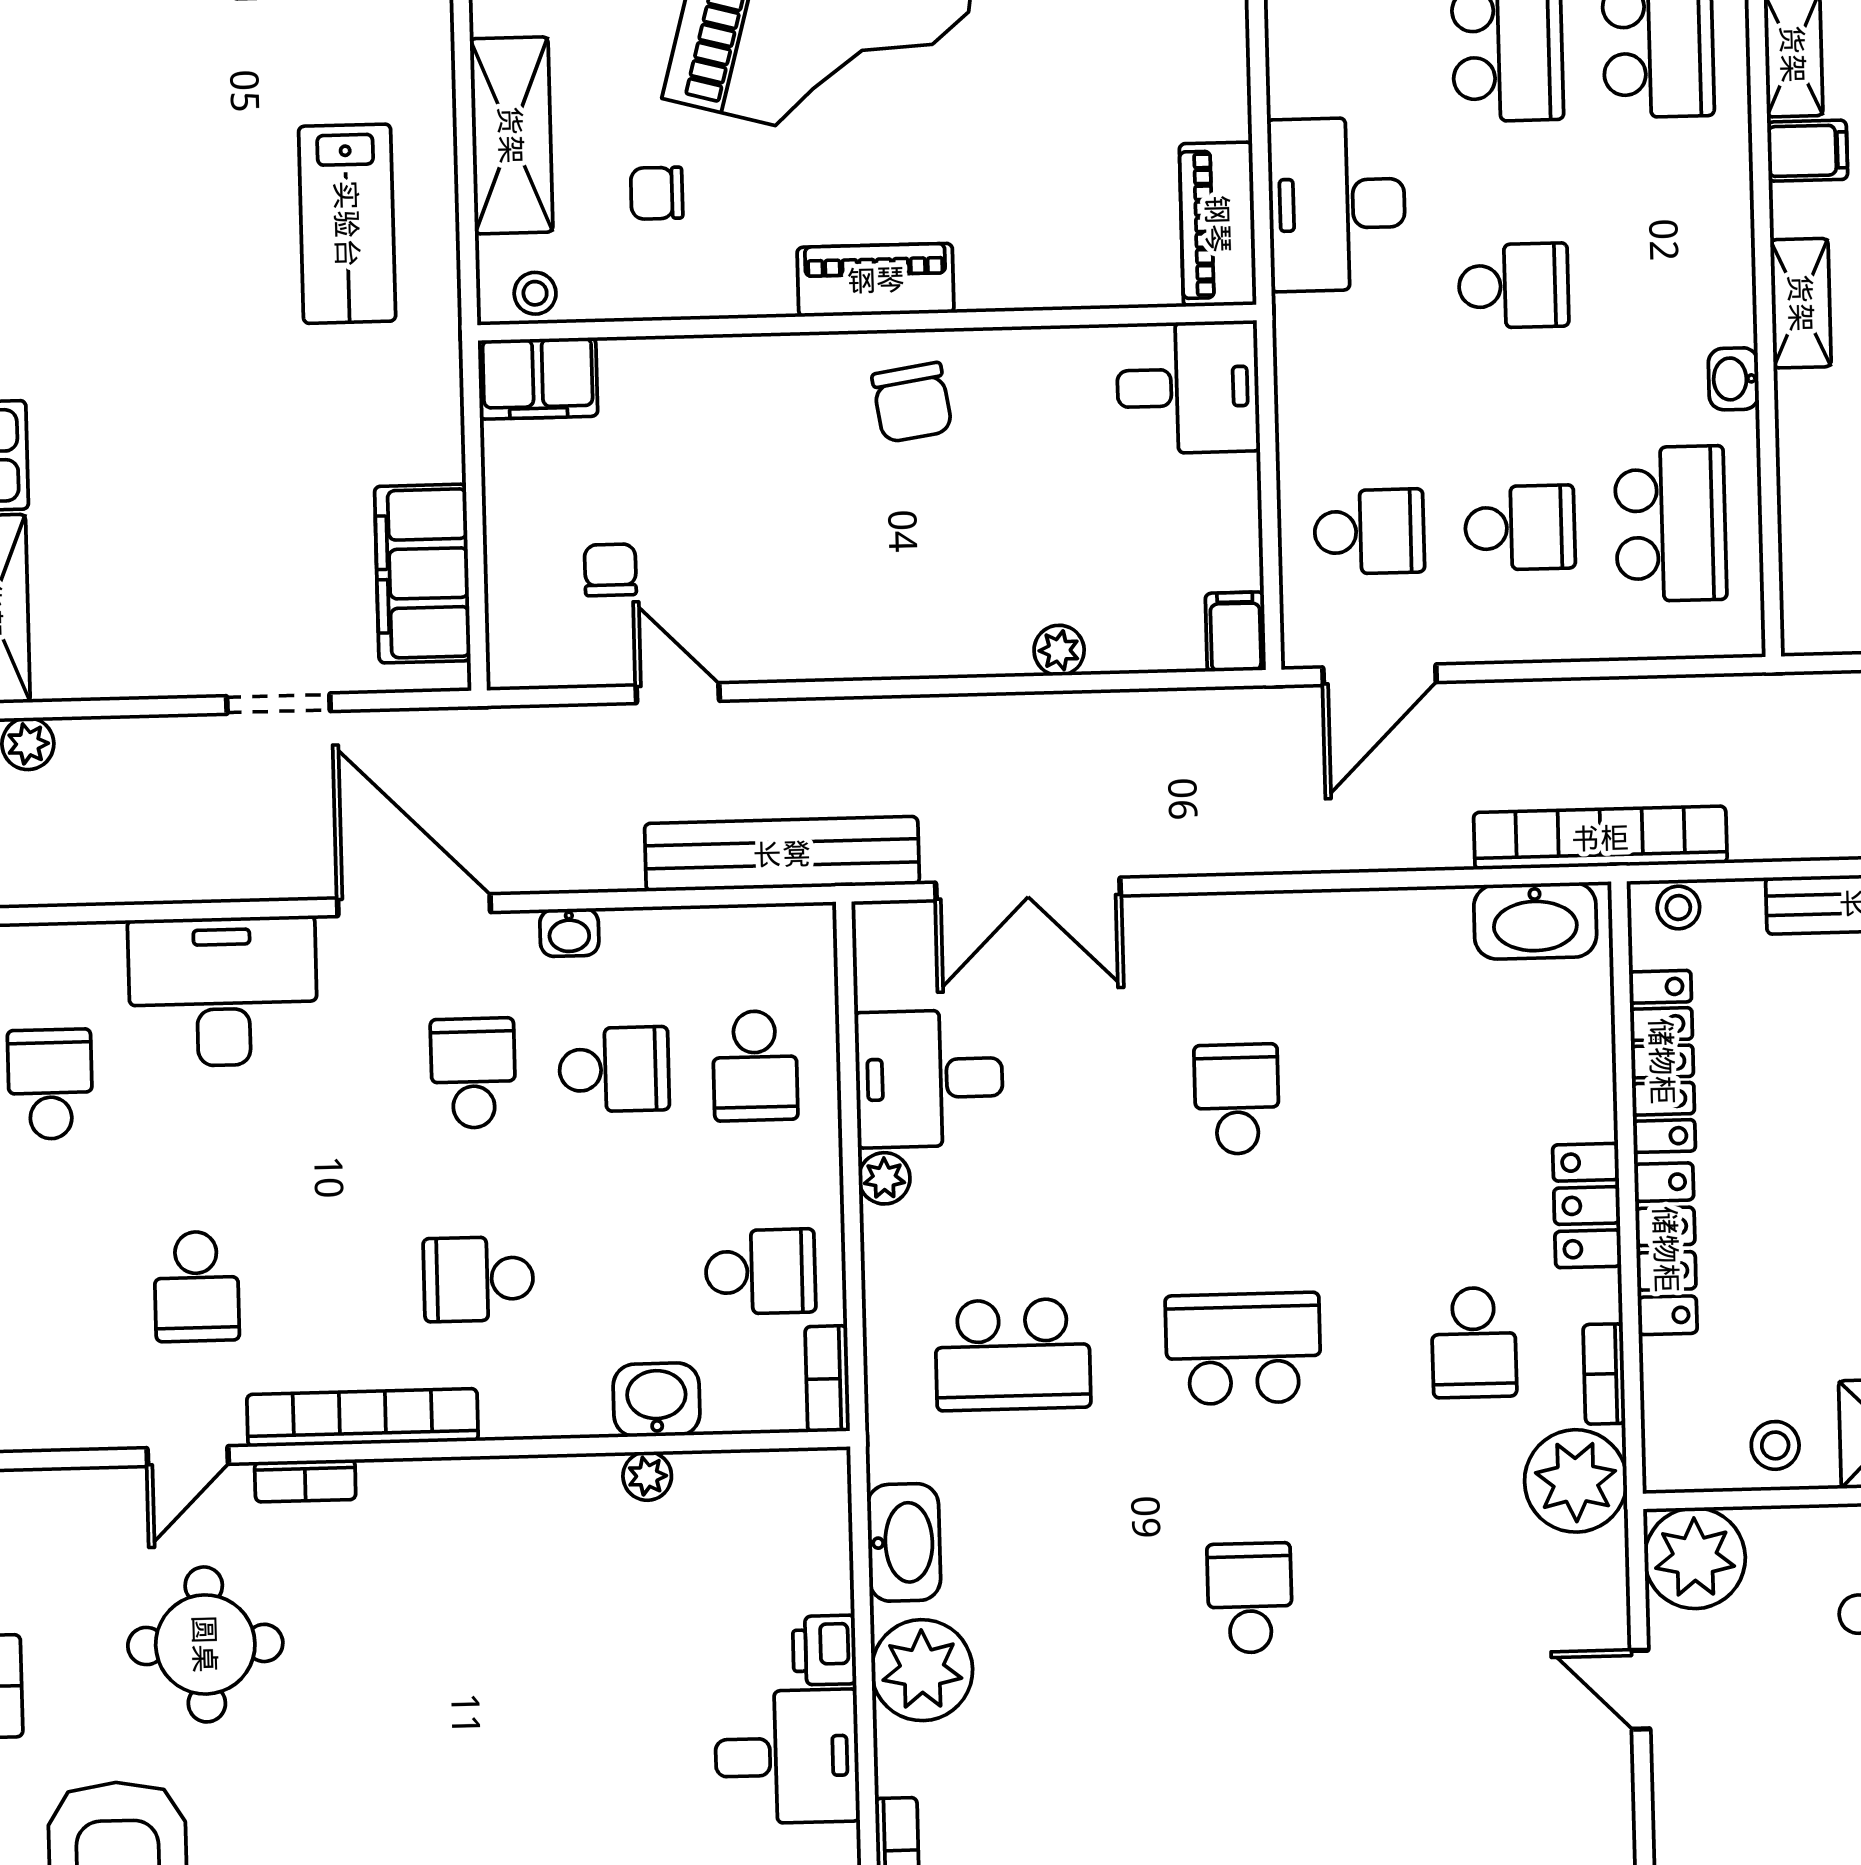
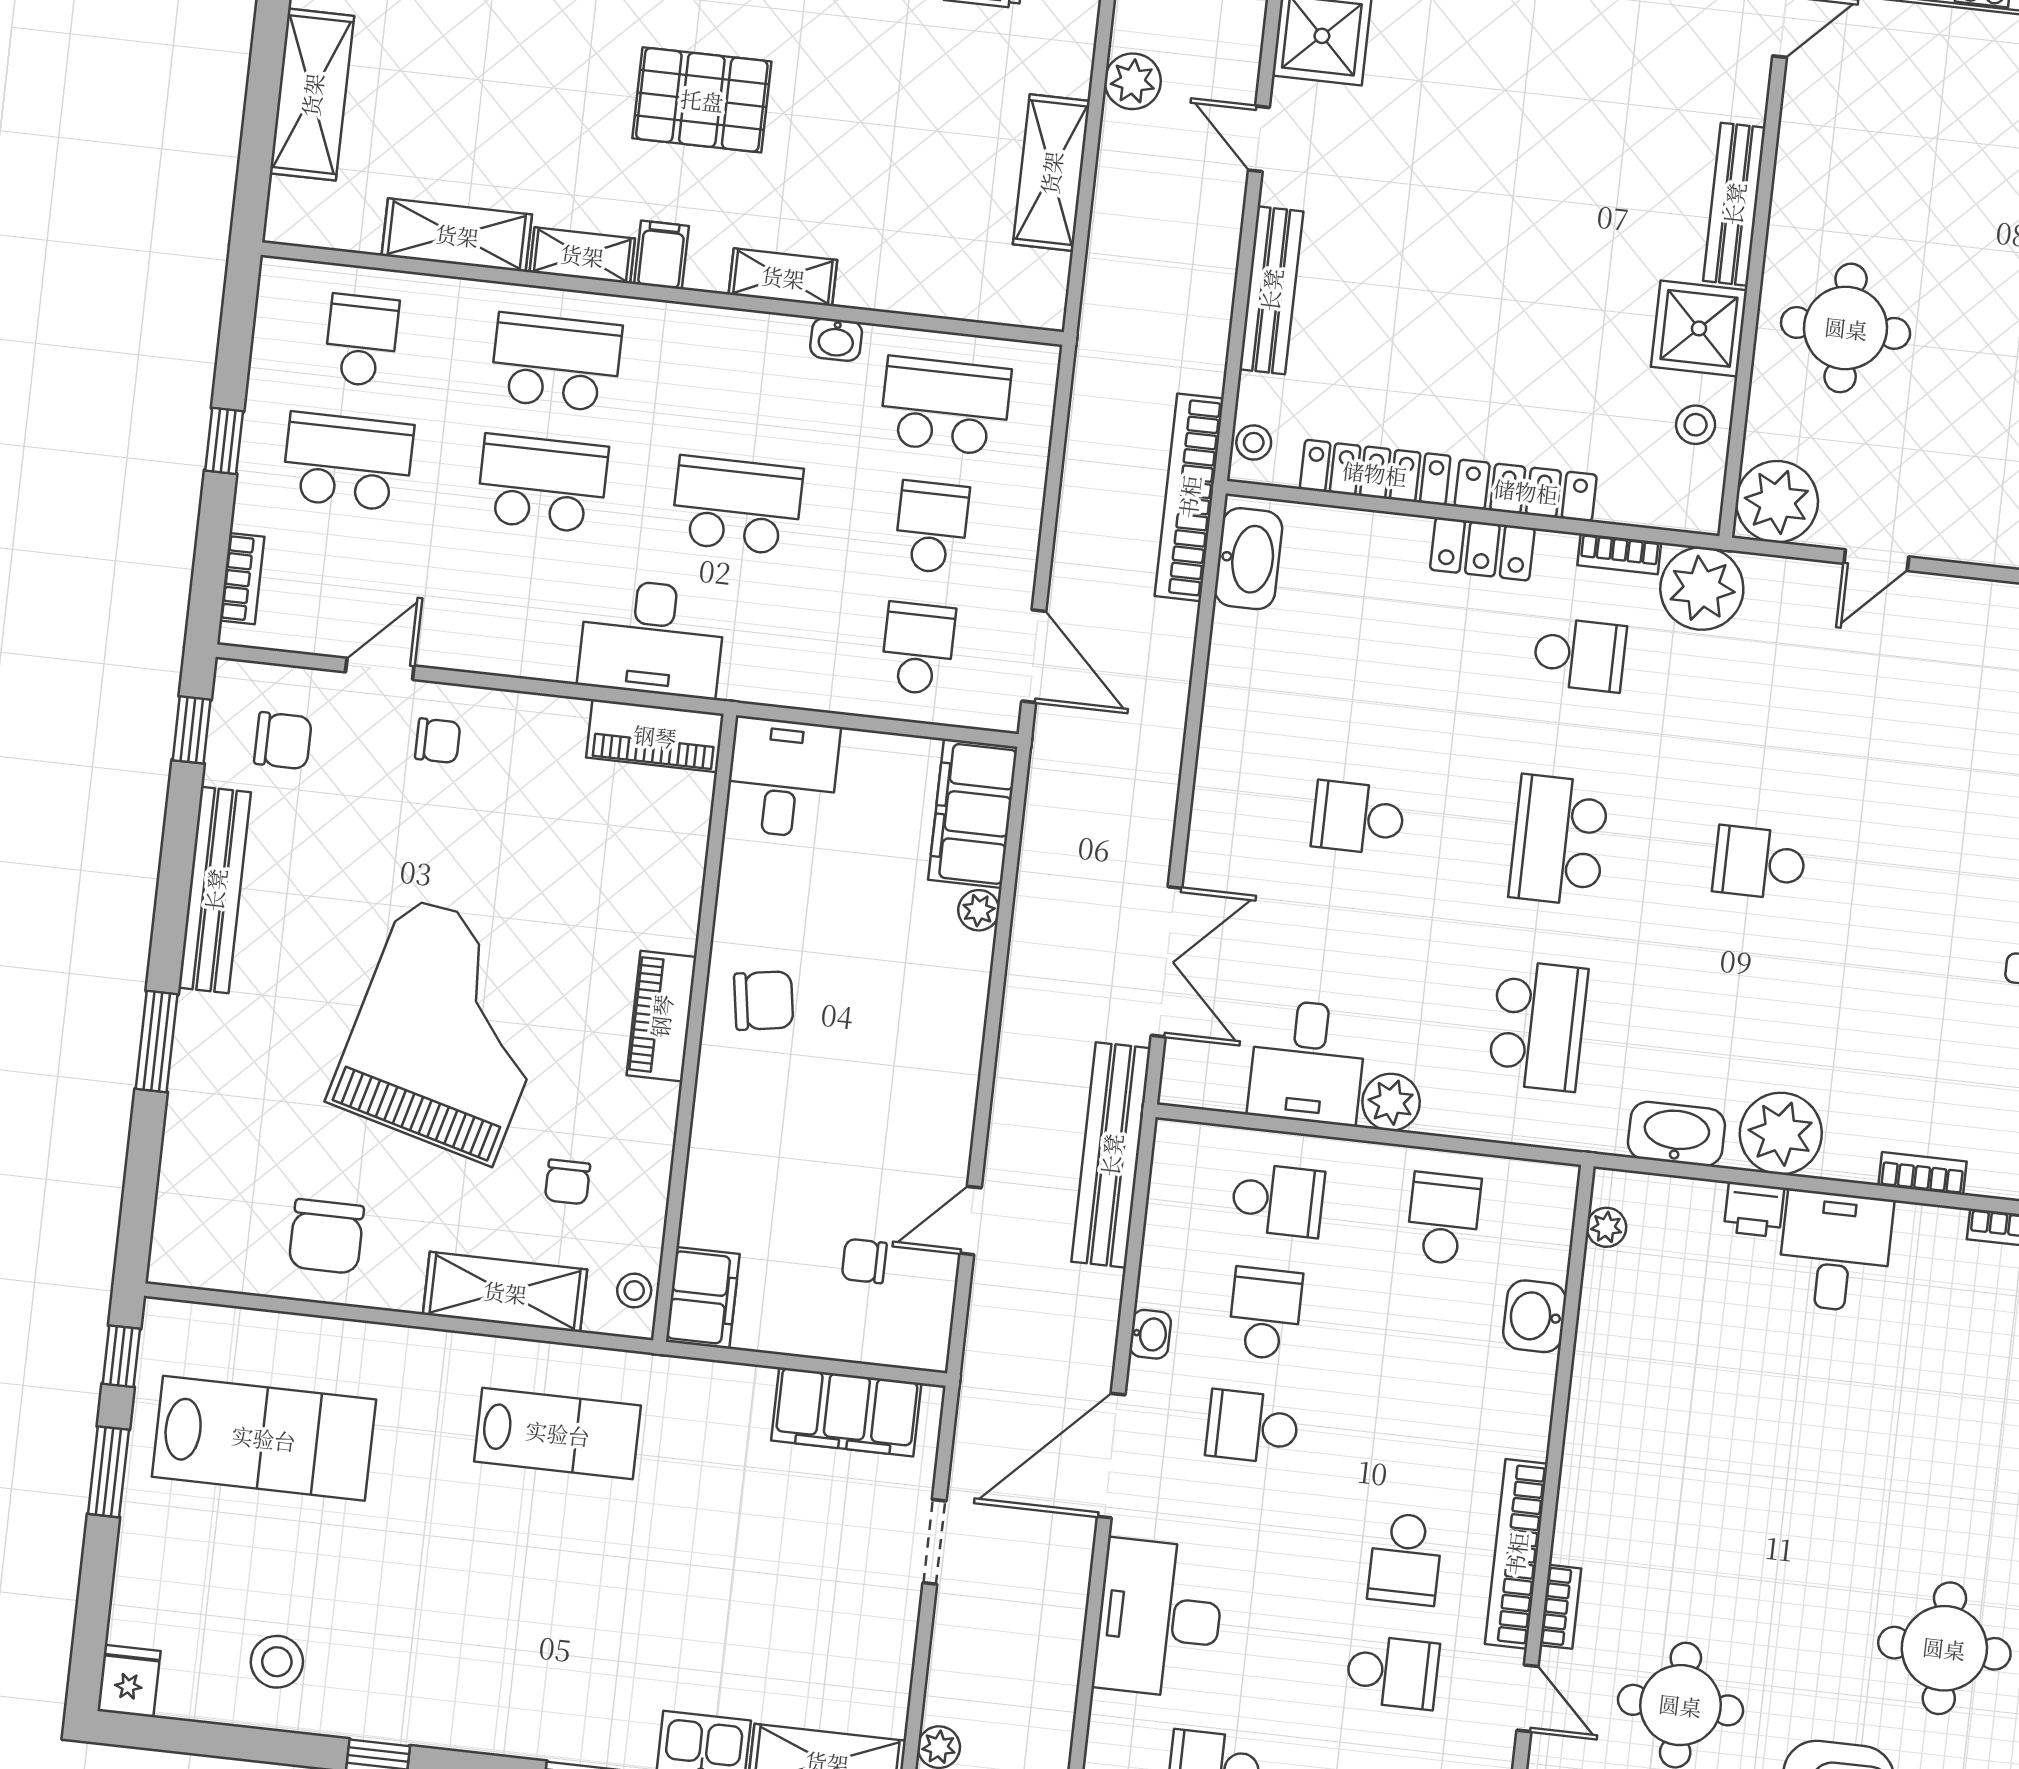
school desk: (1514, 286) -> (737, 505), width x1.85
filing cabinet: (1236, 632) -> (973, 813), width x3.00, depth x1.17
plant: (884, 1178) -> (1391, 1102), width x1.38, depth x1.38
school desk: (479, 1279) -> (1405, 1559), moved
bookcase: (827, 1379) -> (1537, 1177), removed
plant: (647, 1476) -> (1606, 1227), moved

